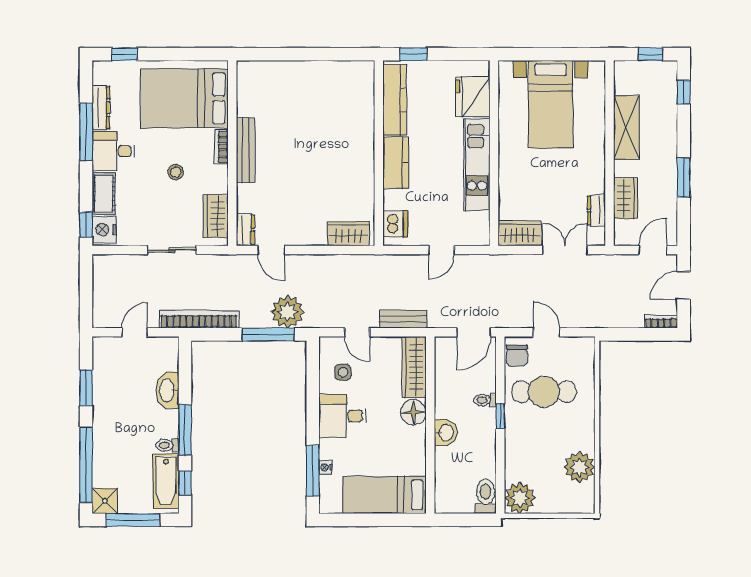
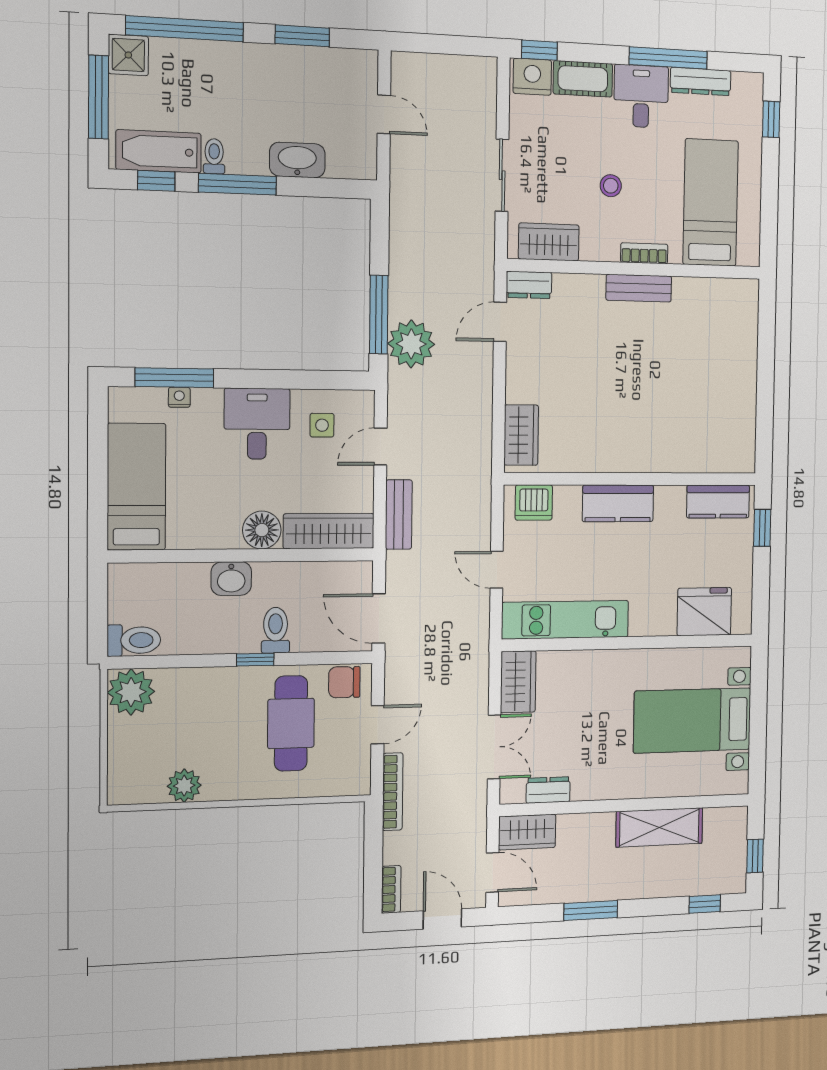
bed: (184, 98) -> (711, 203), width x0.67
kitchen counter: (395, 100) -> (718, 502), width x0.67
bench: (246, 150) -> (639, 288), width x0.73
kitchen unit: (477, 165) -> (565, 620), moved
wardrobe: (625, 198) -> (527, 832), moved
bookcase: (199, 319) -> (393, 792), moved, width x0.68, depth x0.76
toilet: (485, 400) -> (276, 630), width x1.37, depth x1.39
plant: (579, 467) -> (184, 786), width x0.73, depth x0.73

